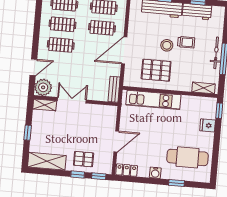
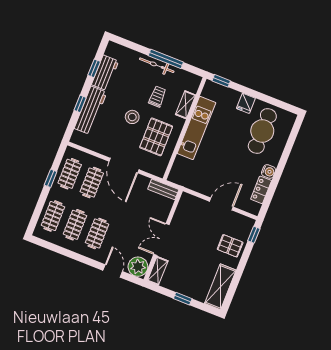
trolley: (186, 42) -> (157, 97), moved
shelving: (203, 88) -> (186, 105), moved
kitchen unit: (153, 100) -> (196, 128), moved
fridge: (208, 125) -> (246, 103), moved
door: (116, 141) -> (221, 204), hinge flipped
pallet: (84, 159) -> (230, 246), turned 90
locker: (127, 170) -> (261, 190), moved
window: (78, 174) -> (245, 257), removed
window: (176, 183) -> (287, 152), removed

